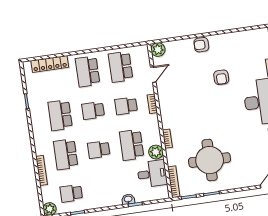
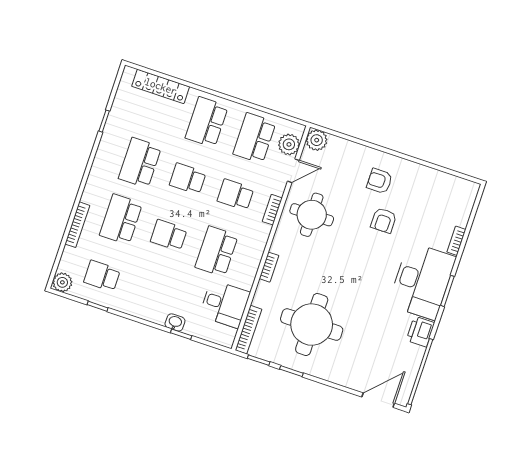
armchair: (201, 45) -> (380, 181), moved
round table: (177, 95) -> (312, 215), added
plant: (156, 152) -> (289, 144), moved

